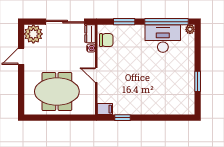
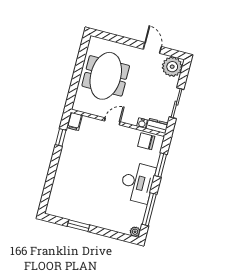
sliding door: (65, 22) -> (177, 103), width x0.73
window: (167, 22) -> (149, 209), width x0.68
desk: (163, 38) -> (137, 182), moved
chair: (106, 40) -> (146, 141), turned 90

